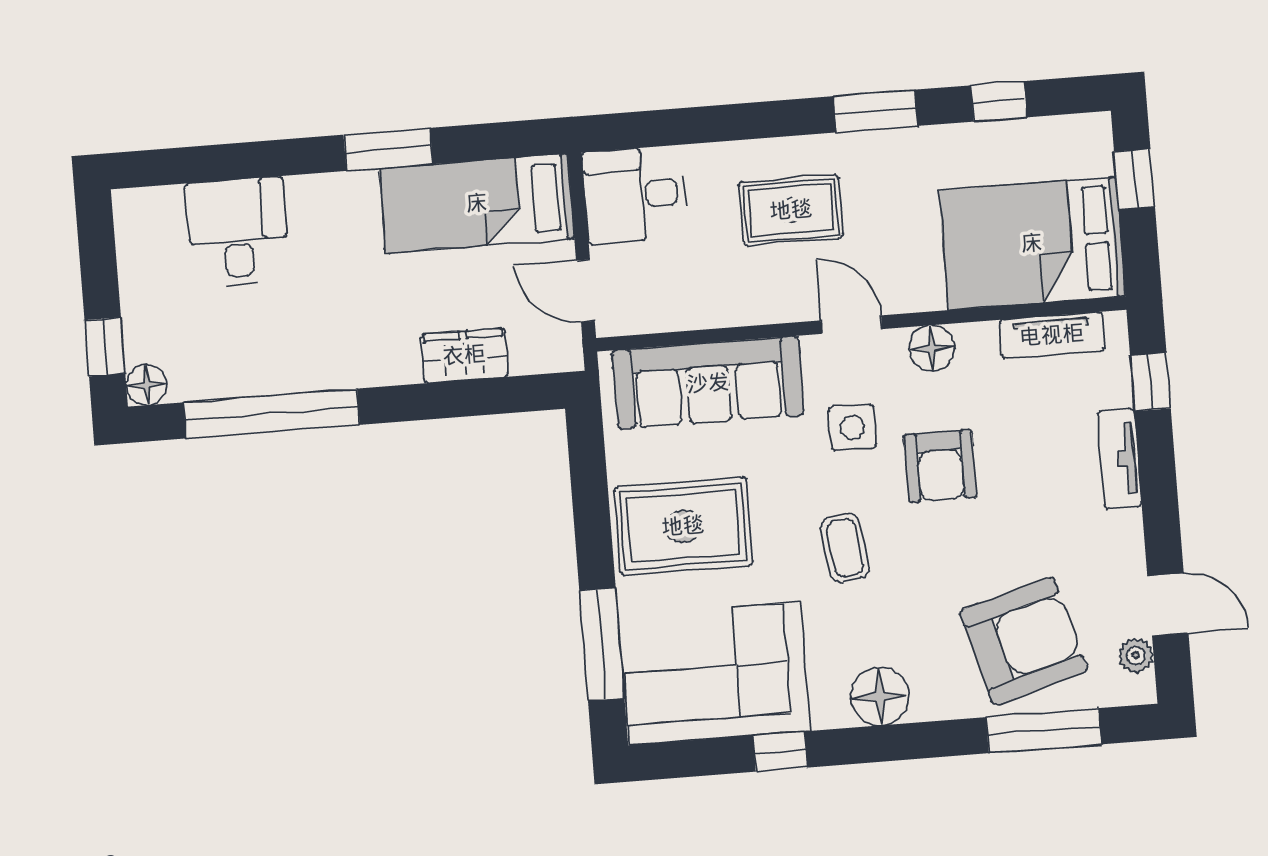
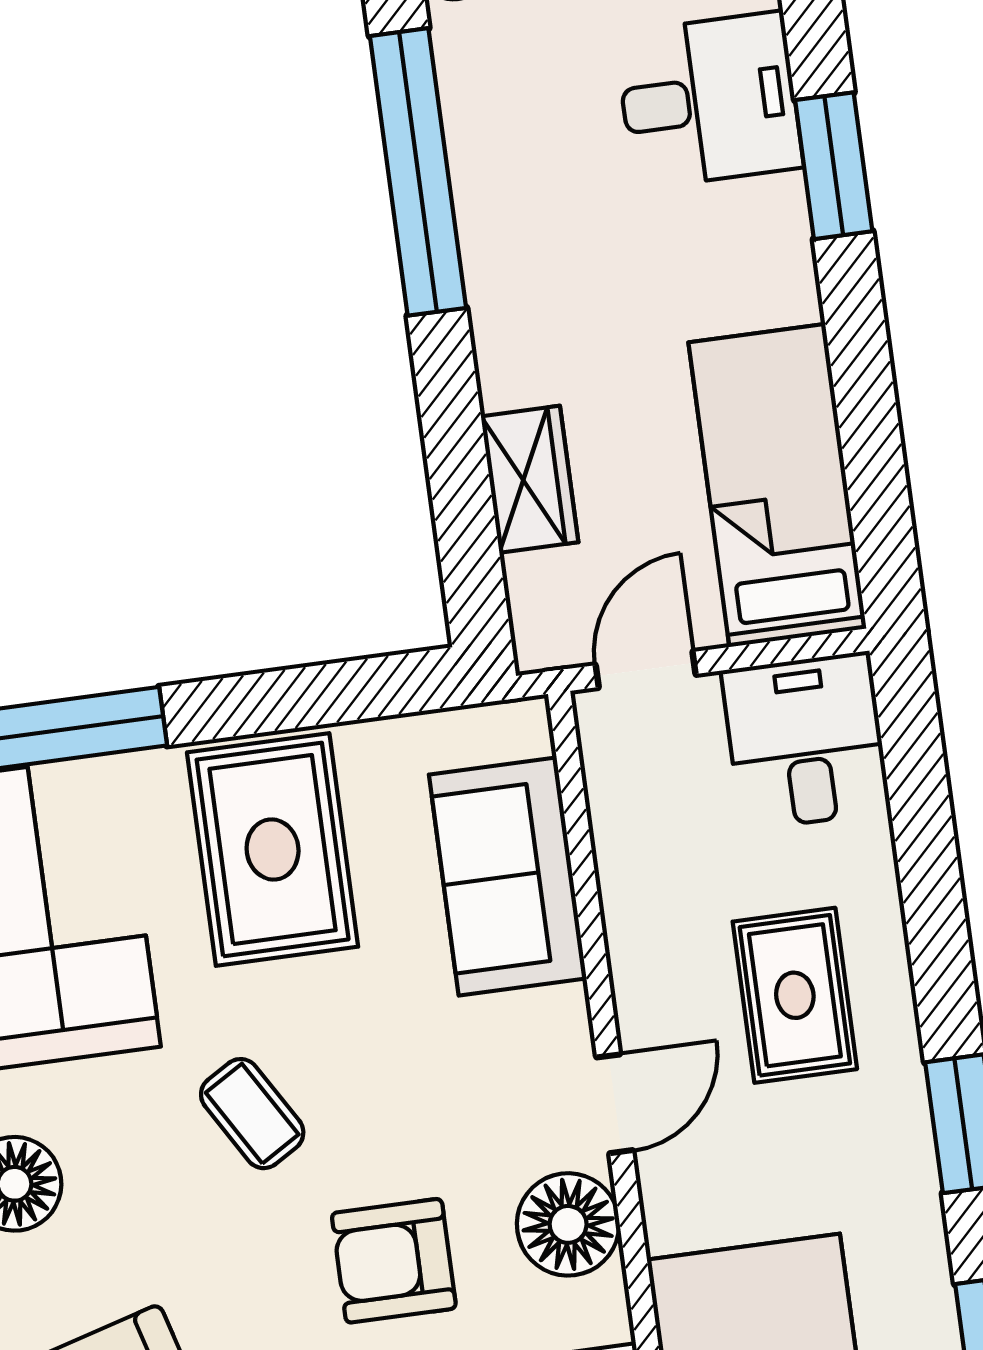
window: (388, 149) -> (834, 166), moved
floor lamp: (932, 348) -> (568, 1224), width x1.38, depth x1.38
sofa: (708, 383) -> (508, 876), width x0.73
side table: (852, 428) -> (448, 1115), removed
coffee table: (845, 548) -> (252, 1114), turned 67

